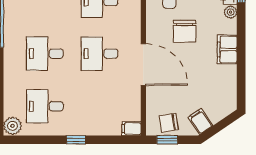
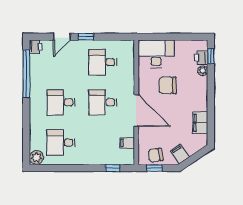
chair: (185, 31) -> (168, 85), turned 90
filing cabinet: (227, 50) -> (200, 123), moved
filing cabinet: (131, 129) -> (127, 143), moved
window: (76, 140) -> (113, 168), moved

